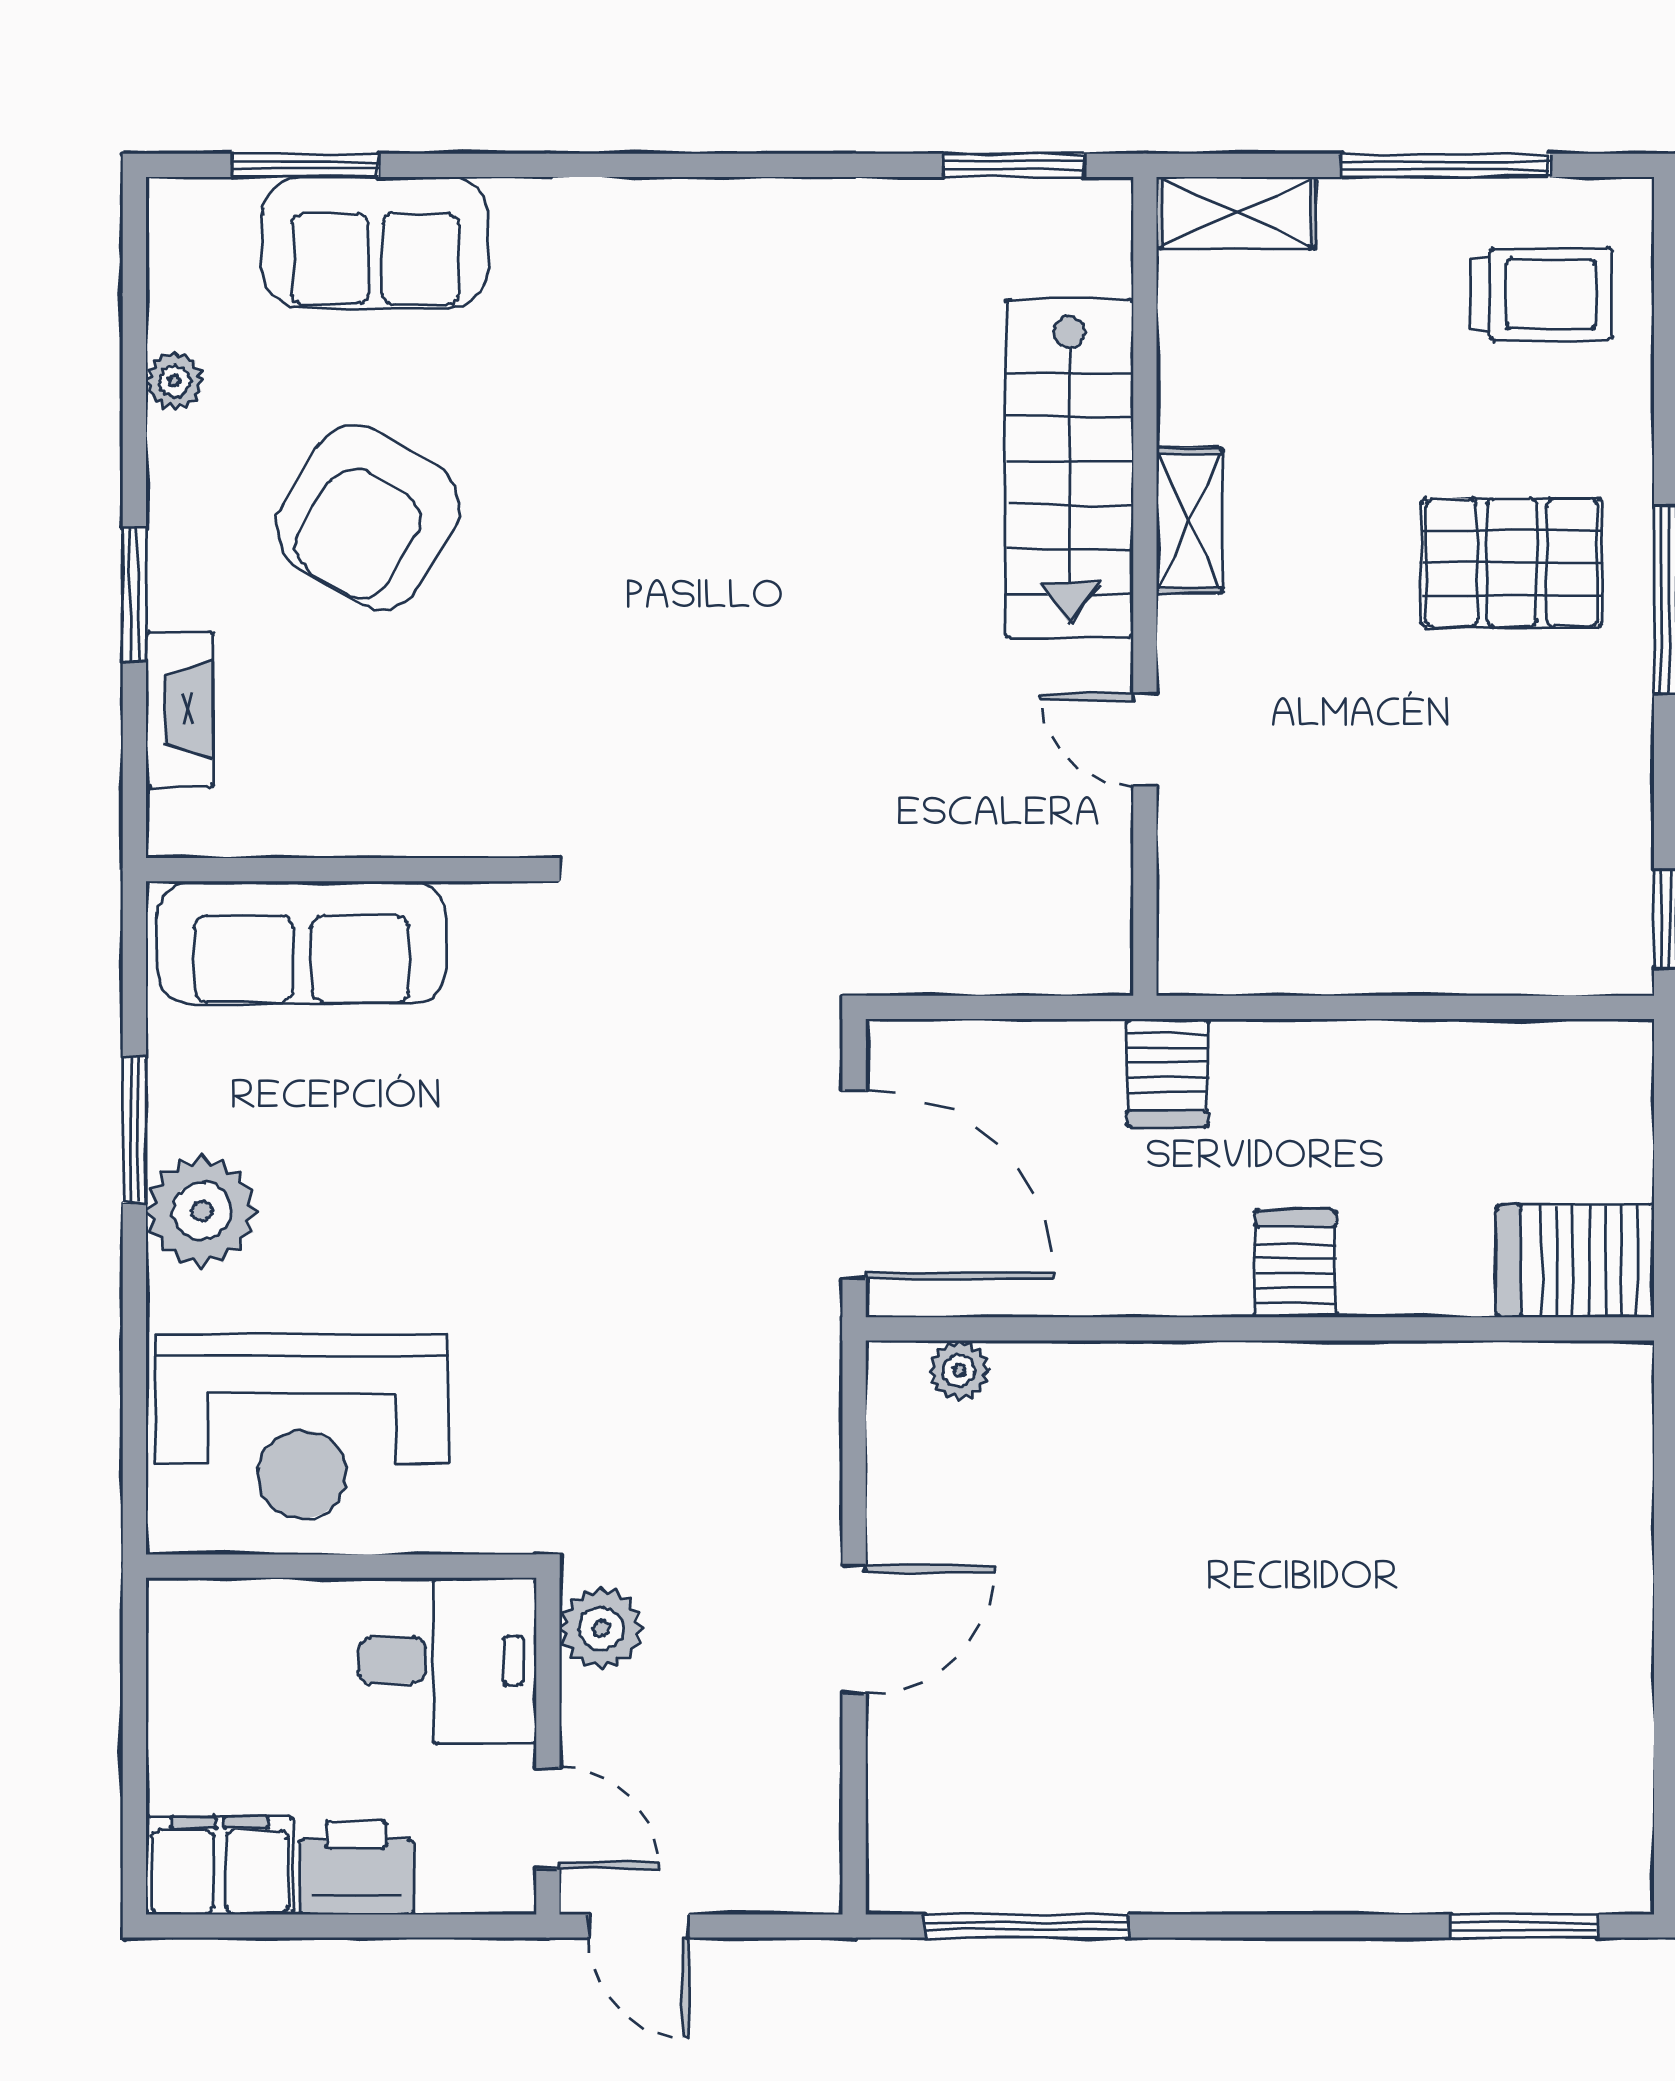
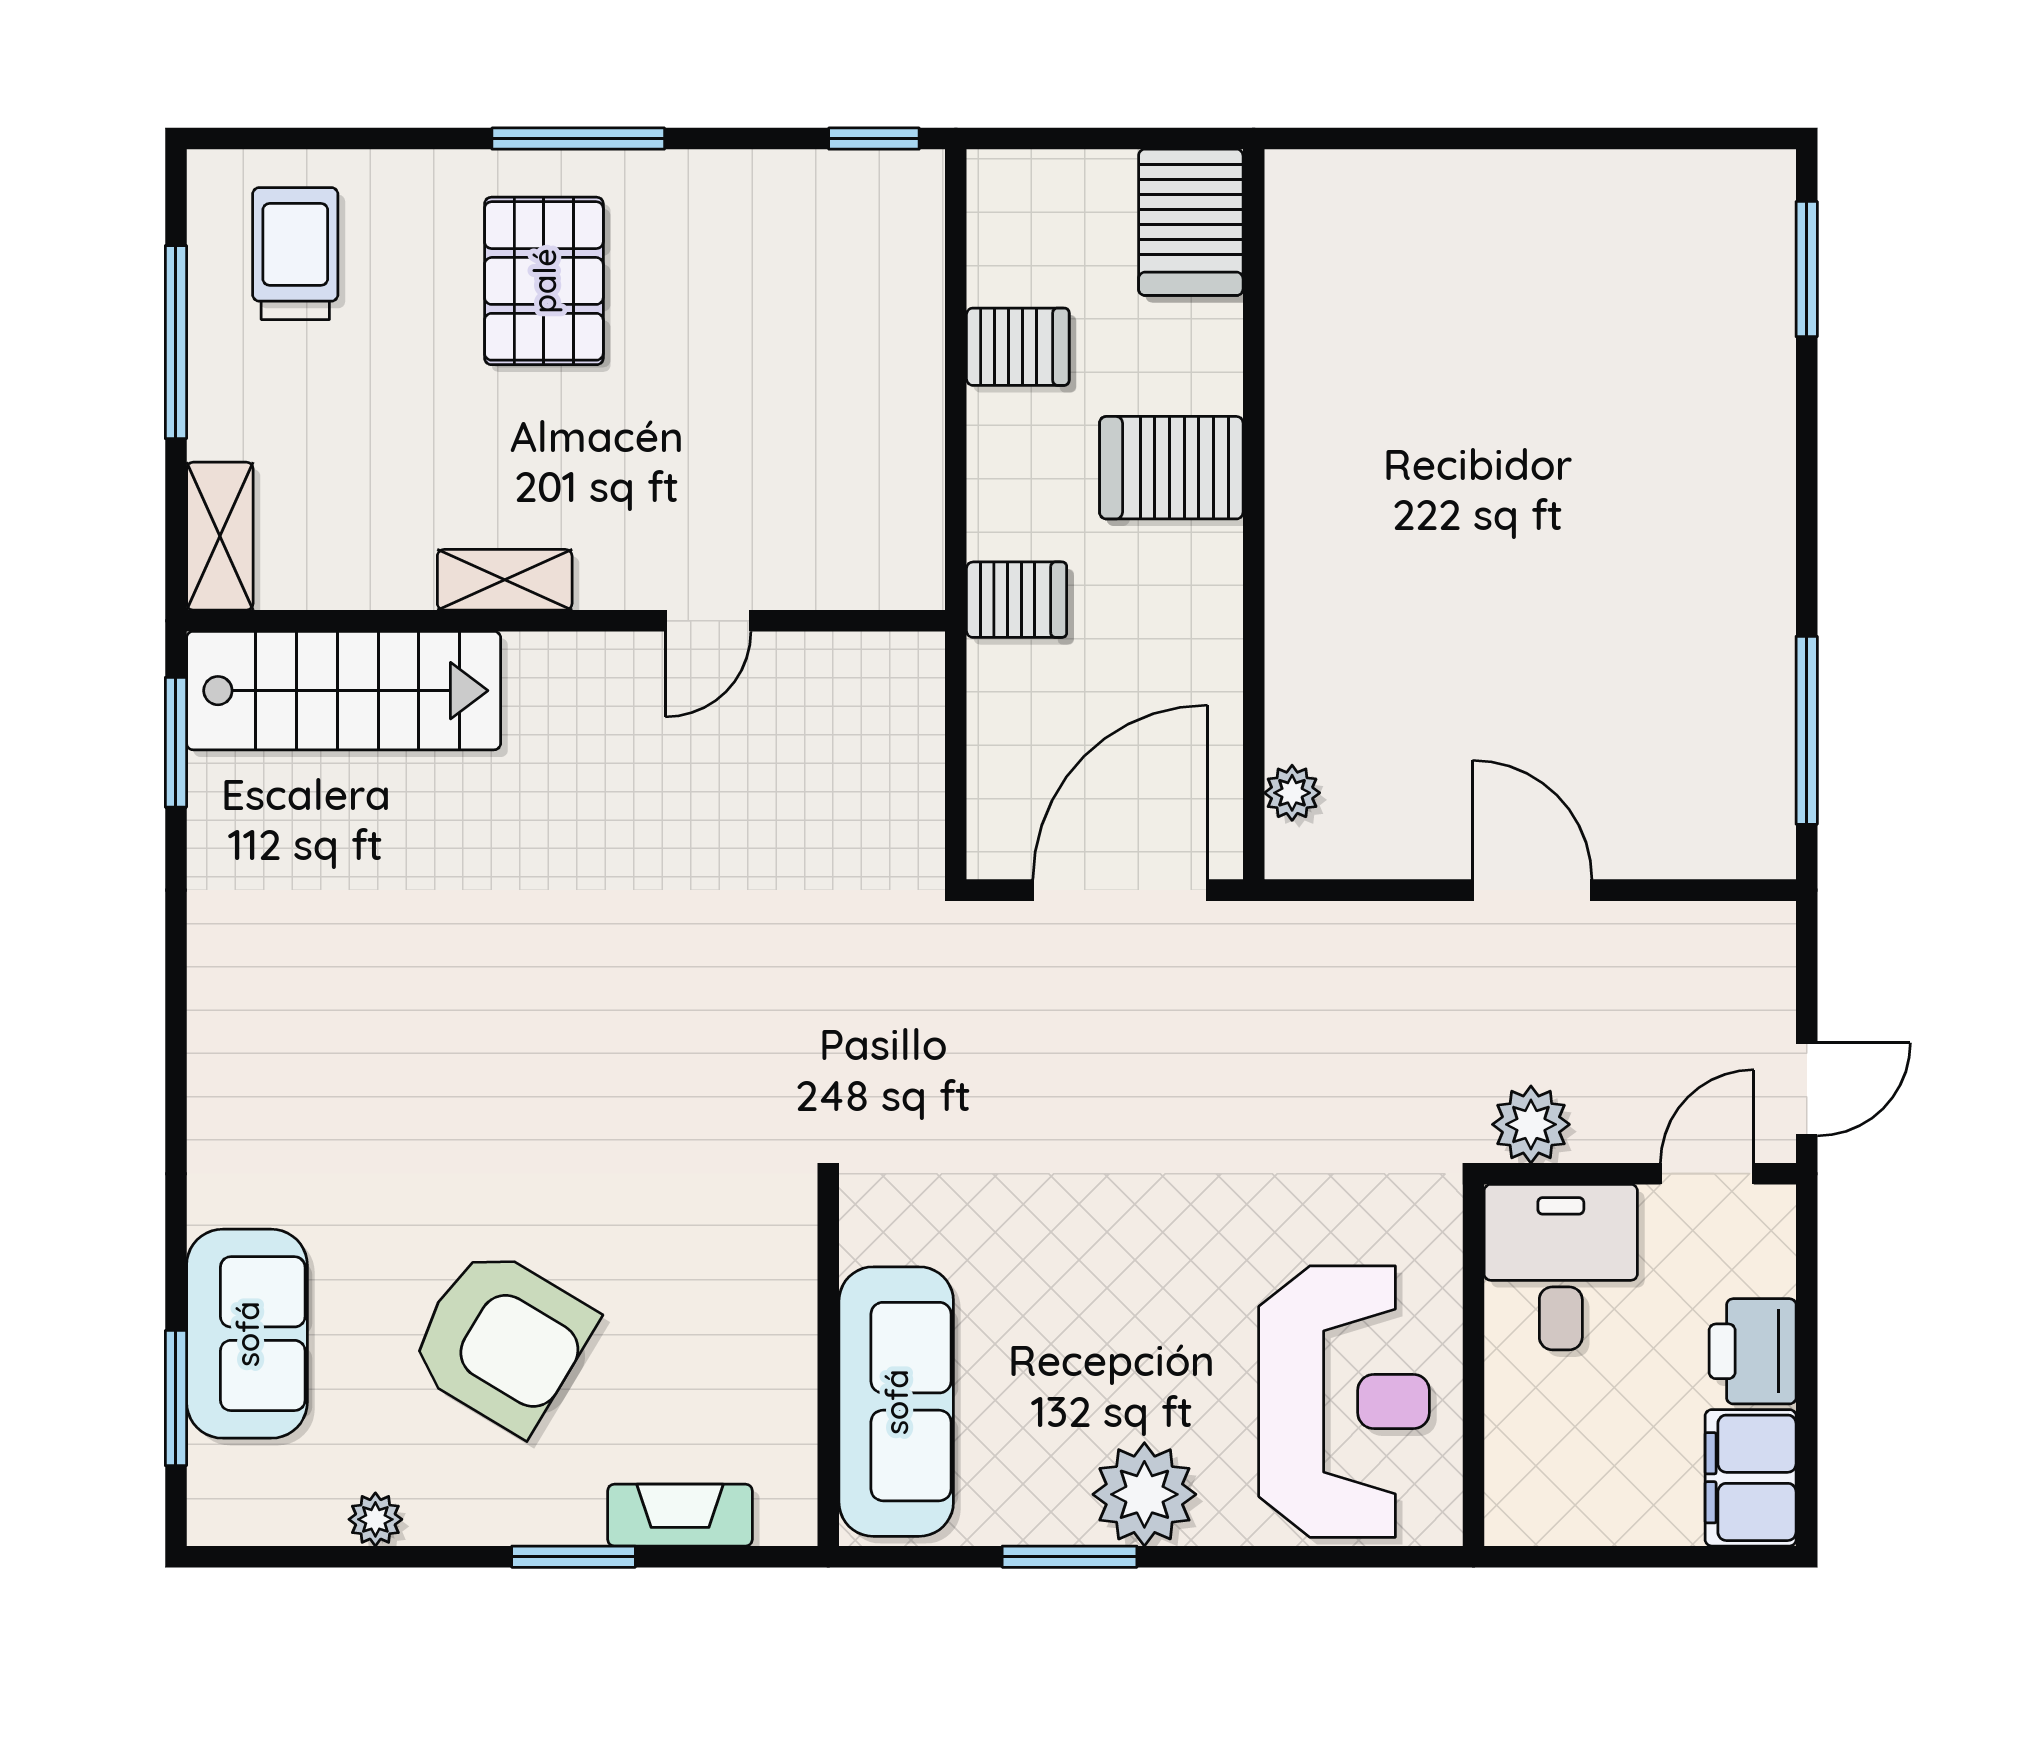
stairs: (1070, 468) -> (344, 691), moved
server rack: (1441, 1074) -> (1018, 347), added
server rack: (1295, 1264) -> (1171, 468), width x1.36, depth x1.44

